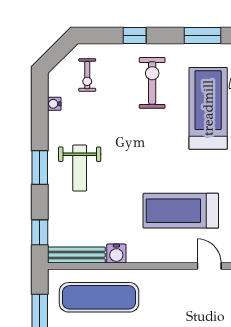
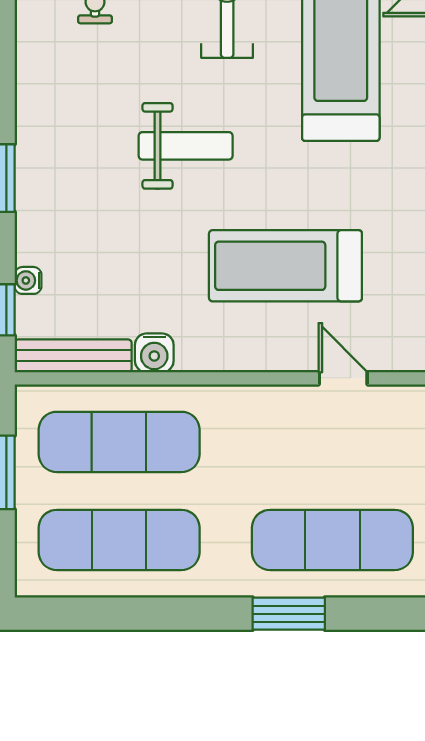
water cooler: (54, 104) -> (28, 280), moved
weight bench: (80, 168) -> (186, 146), moved, turned -90

